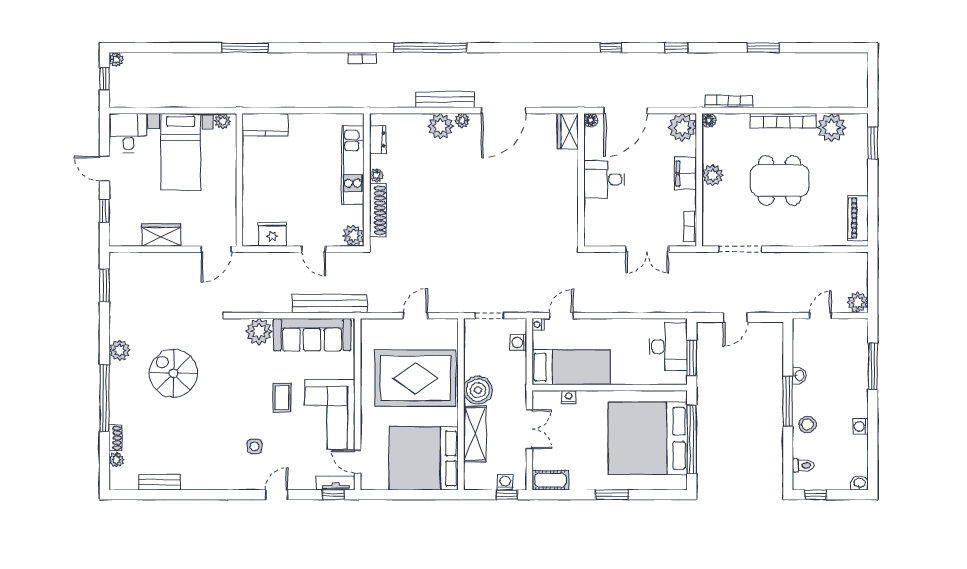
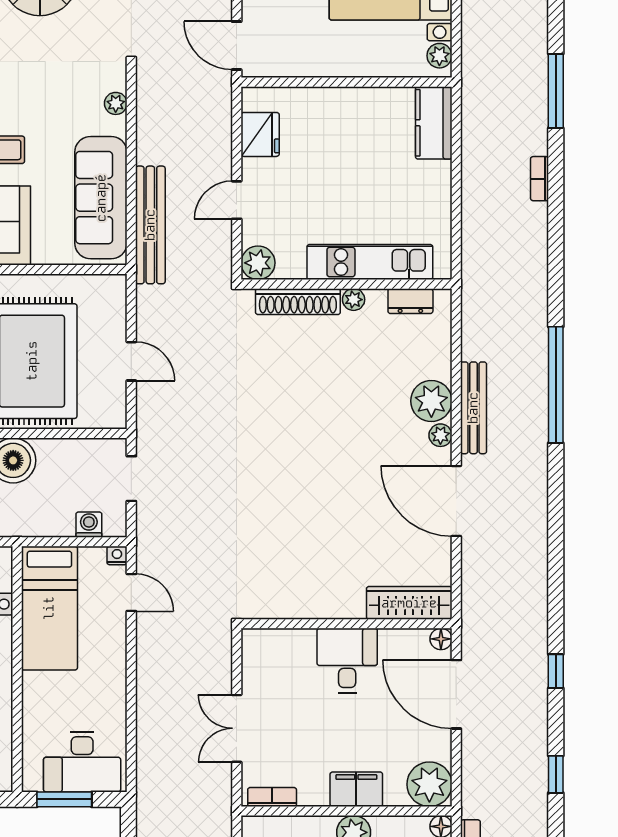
bookcase: (362, 58) -> (540, 179), moved
wardrobe: (568, 131) -> (409, 603), width x1.50
plant: (259, 332) -> (116, 103), width x0.53, depth x0.53

